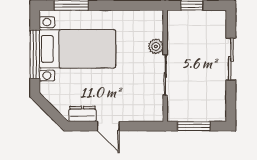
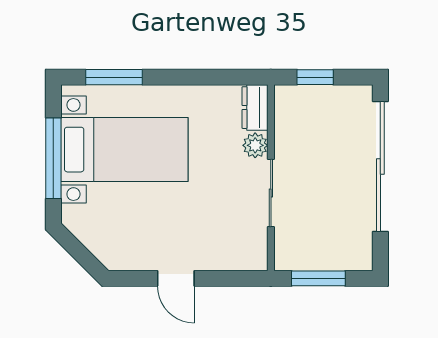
sliding door: (231, 59) -> (380, 166), width x1.86
dresser: (82, 114) -> (255, 108), moved, turned -90

